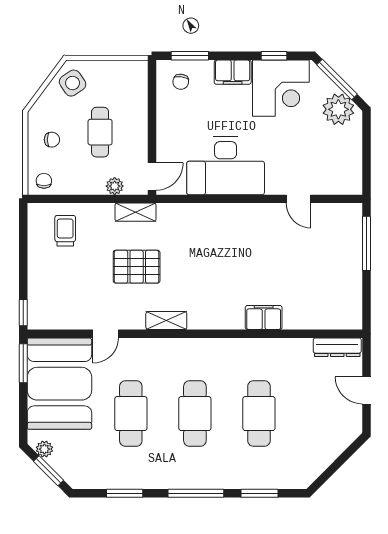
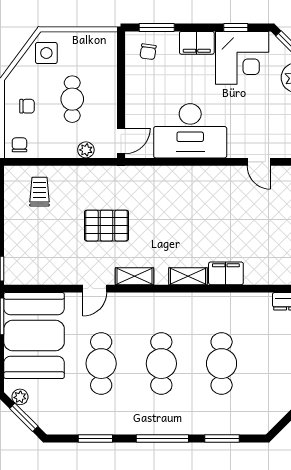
side table: (73, 83) -> (46, 53), turned 34
shelving: (135, 212) -> (188, 276), moved
door: (106, 334) -> (95, 289), moved

